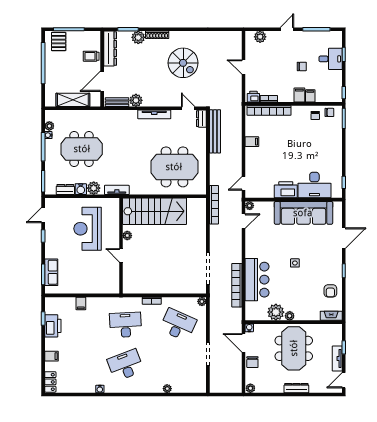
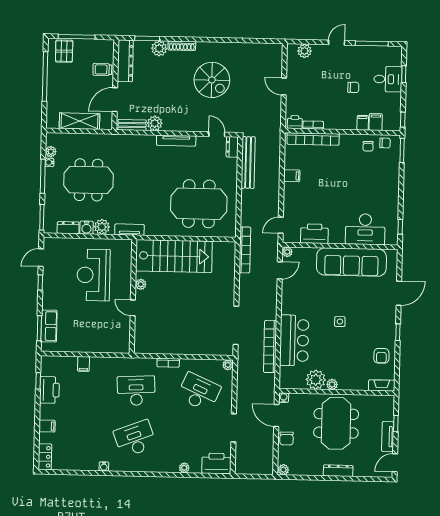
filing cabinet: (299, 95) -> (376, 122), moved
printer: (286, 190) -> (314, 234), moved
printer: (194, 384) -> (216, 463), added

